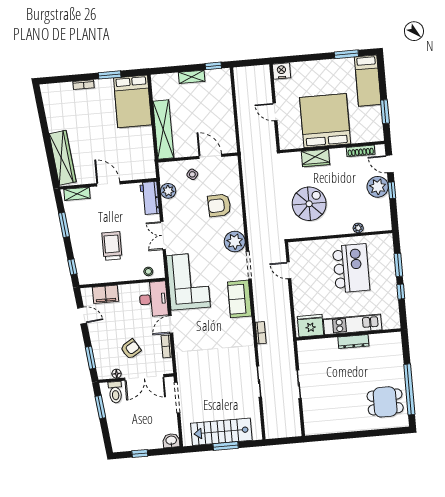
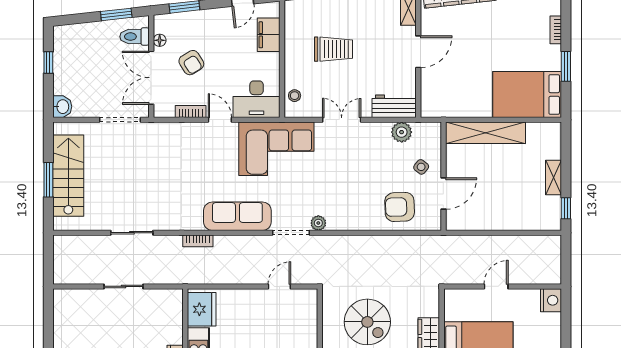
armchair: (219, 205) -> (400, 207), moved, turned -90
plant: (235, 242) -> (318, 223), width x0.53, depth x0.53
sofa: (240, 299) -> (237, 216), width x1.36

